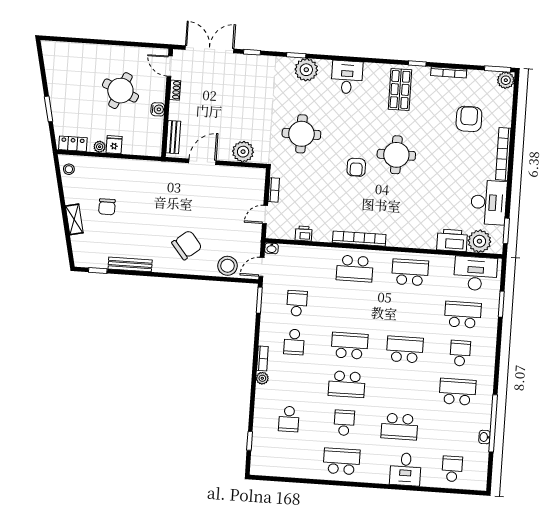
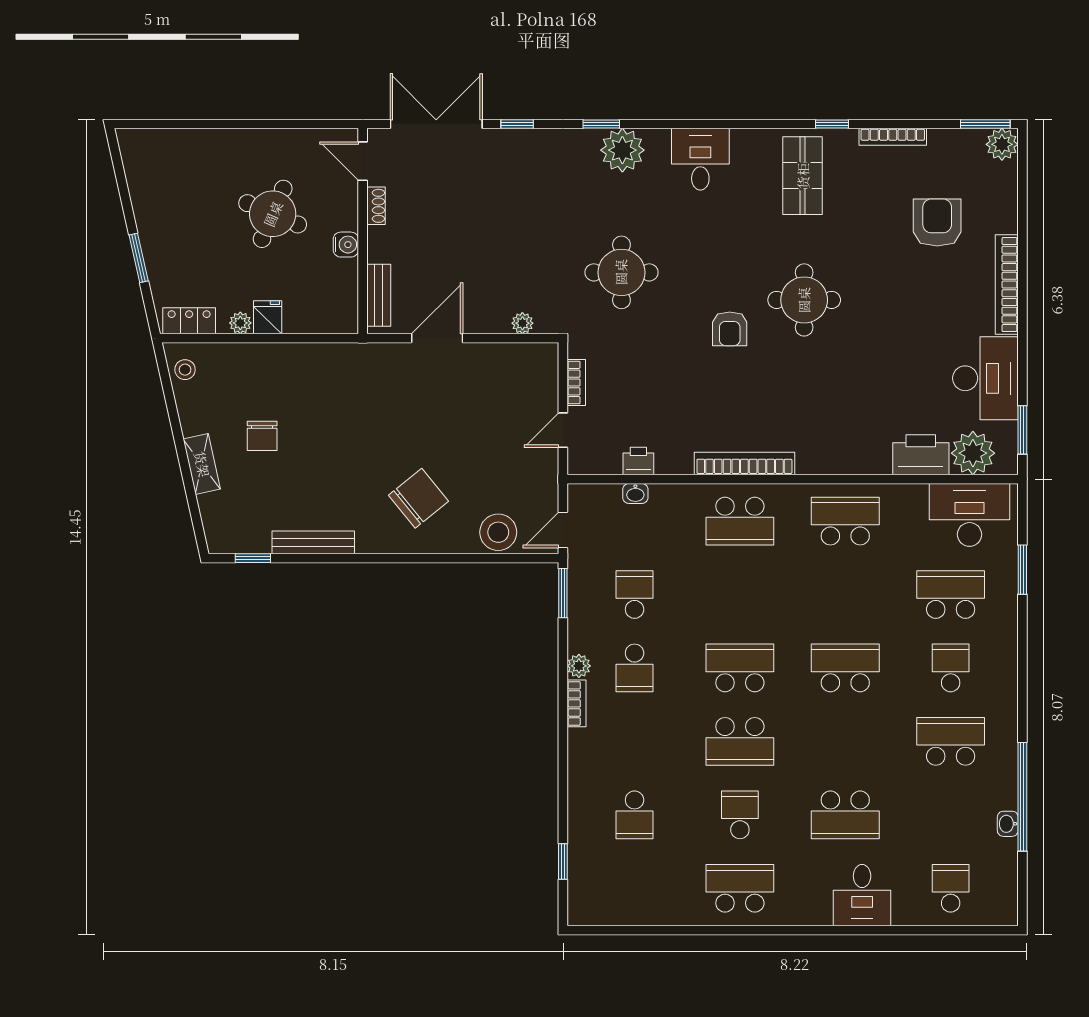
plant: (243, 152) -> (522, 323), width x0.53, depth x0.53
washbasin: (272, 248) -> (635, 493), moved
plant: (262, 378) -> (579, 666), moved

